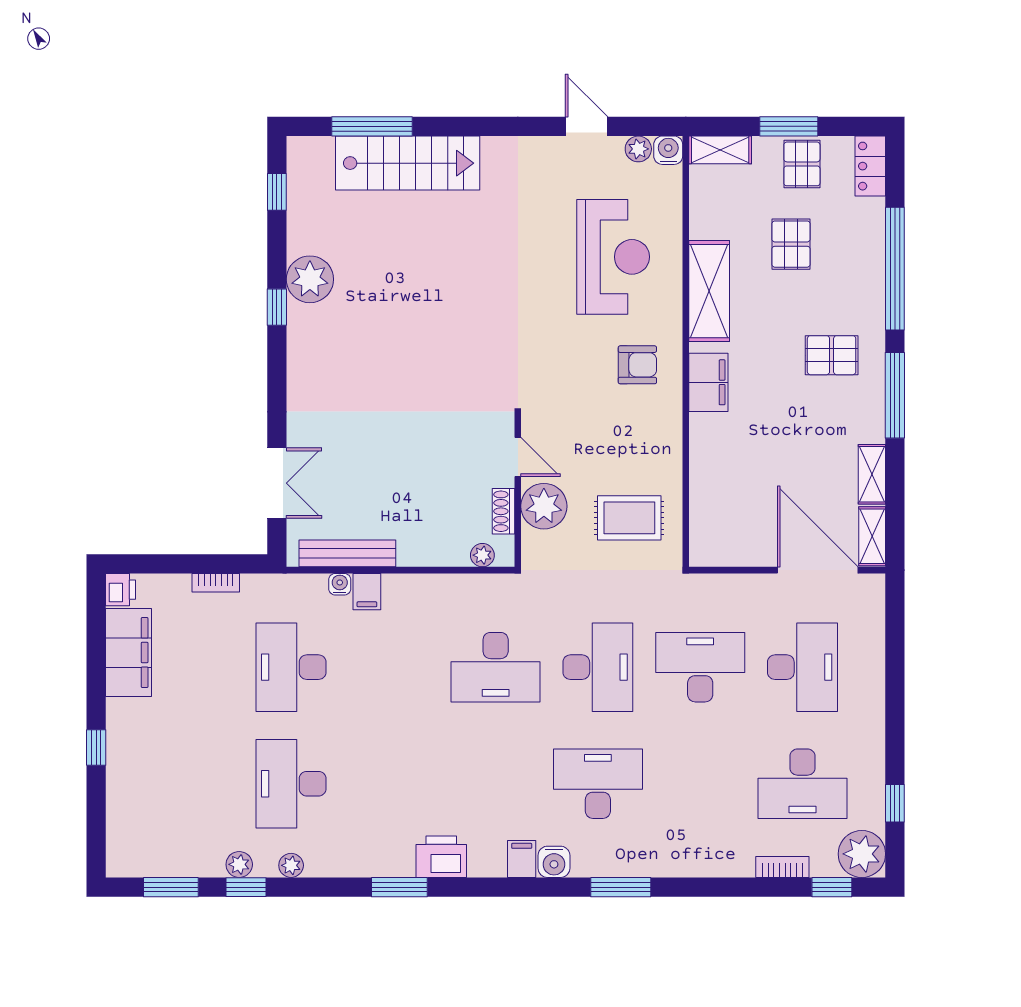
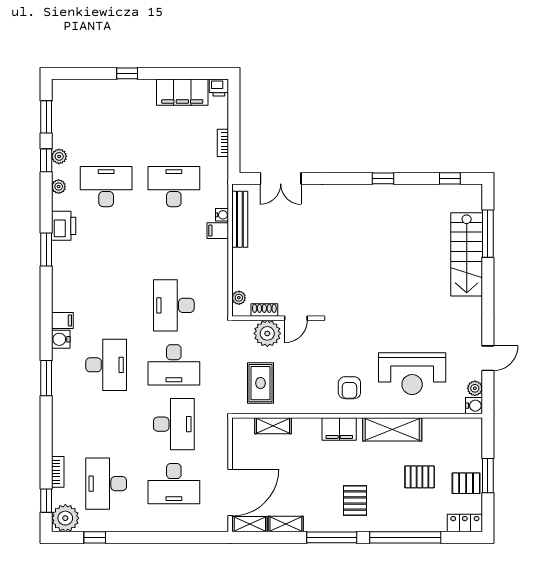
shelving: (720, 150) -> (273, 426), moved, turned 90
plant: (310, 279) -> (399, 198), removed
printer: (441, 857) -> (64, 226), moved

